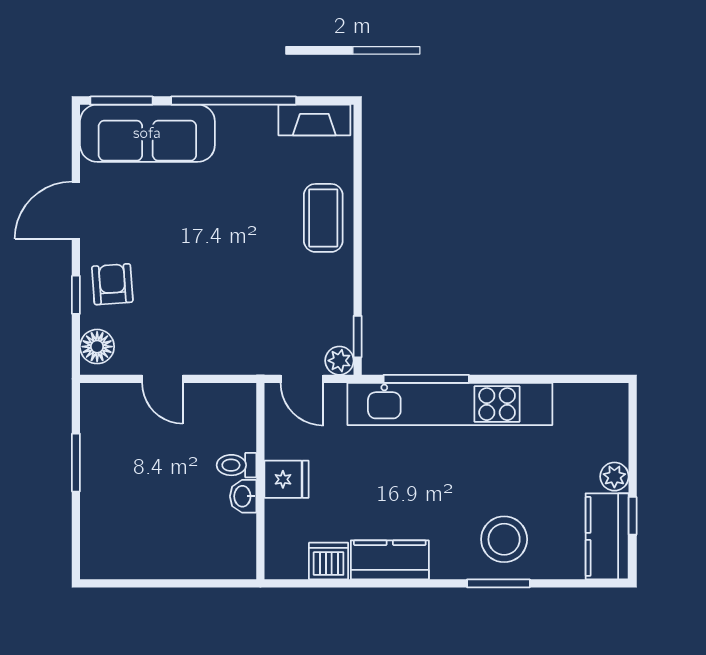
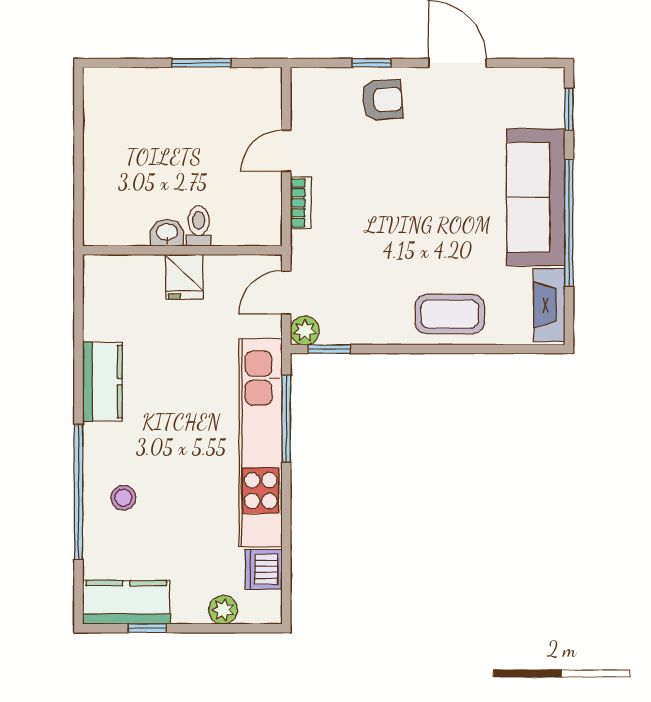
window: (122, 100) -> (569, 109), width x0.67
sofa: (147, 133) -> (536, 197), moved
floor lamp: (97, 347) -> (319, 84), removed
bookcase: (214, 365) -> (301, 203), added
plant: (614, 477) -> (223, 610), moved
stool: (504, 539) -> (123, 498), width x0.53, depth x0.53
dishwasher: (329, 561) -> (264, 569), moved, turned 180
window: (498, 583) -> (79, 492), width x2.11

